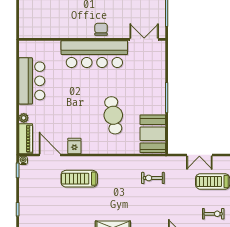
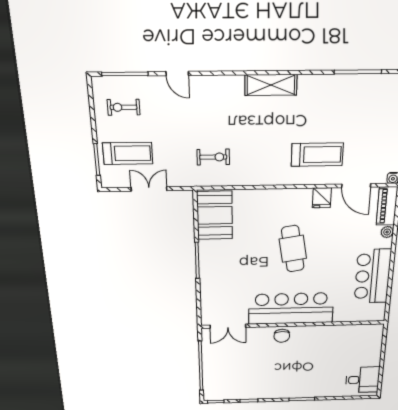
cafe table: (113, 115) -> (293, 249), moved

